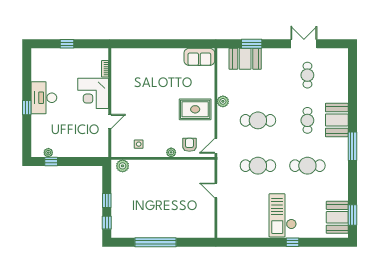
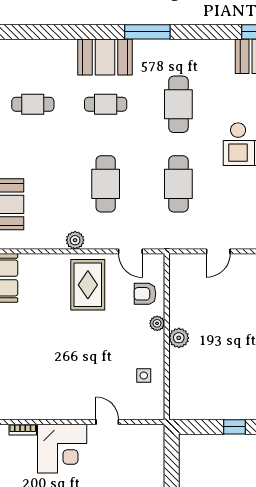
door: (216, 146) -> (130, 251), moved
plant: (123, 166) -> (179, 338), moved

